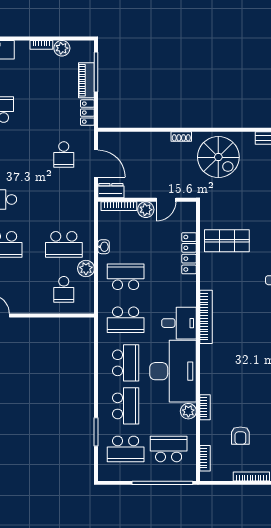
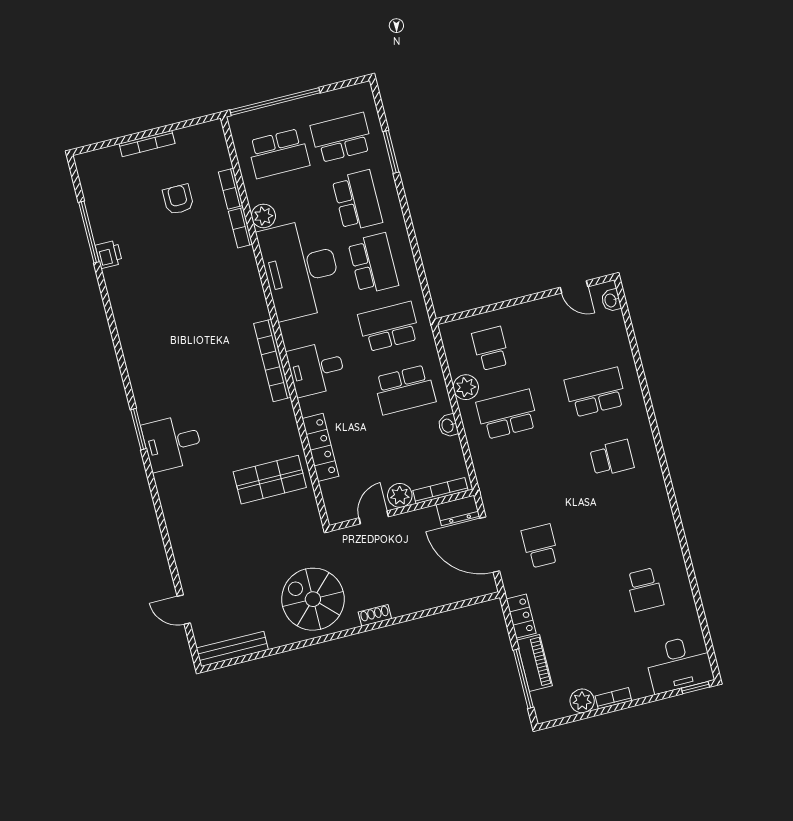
door: (96, 164) -> (490, 545), width x1.36
desk: (179, 323) -> (316, 369), moved
school desk: (126, 363) -> (373, 264), turned 180
school desk: (126, 406) -> (357, 201), turned 180
bookcase: (205, 458) -> (231, 189), moved

